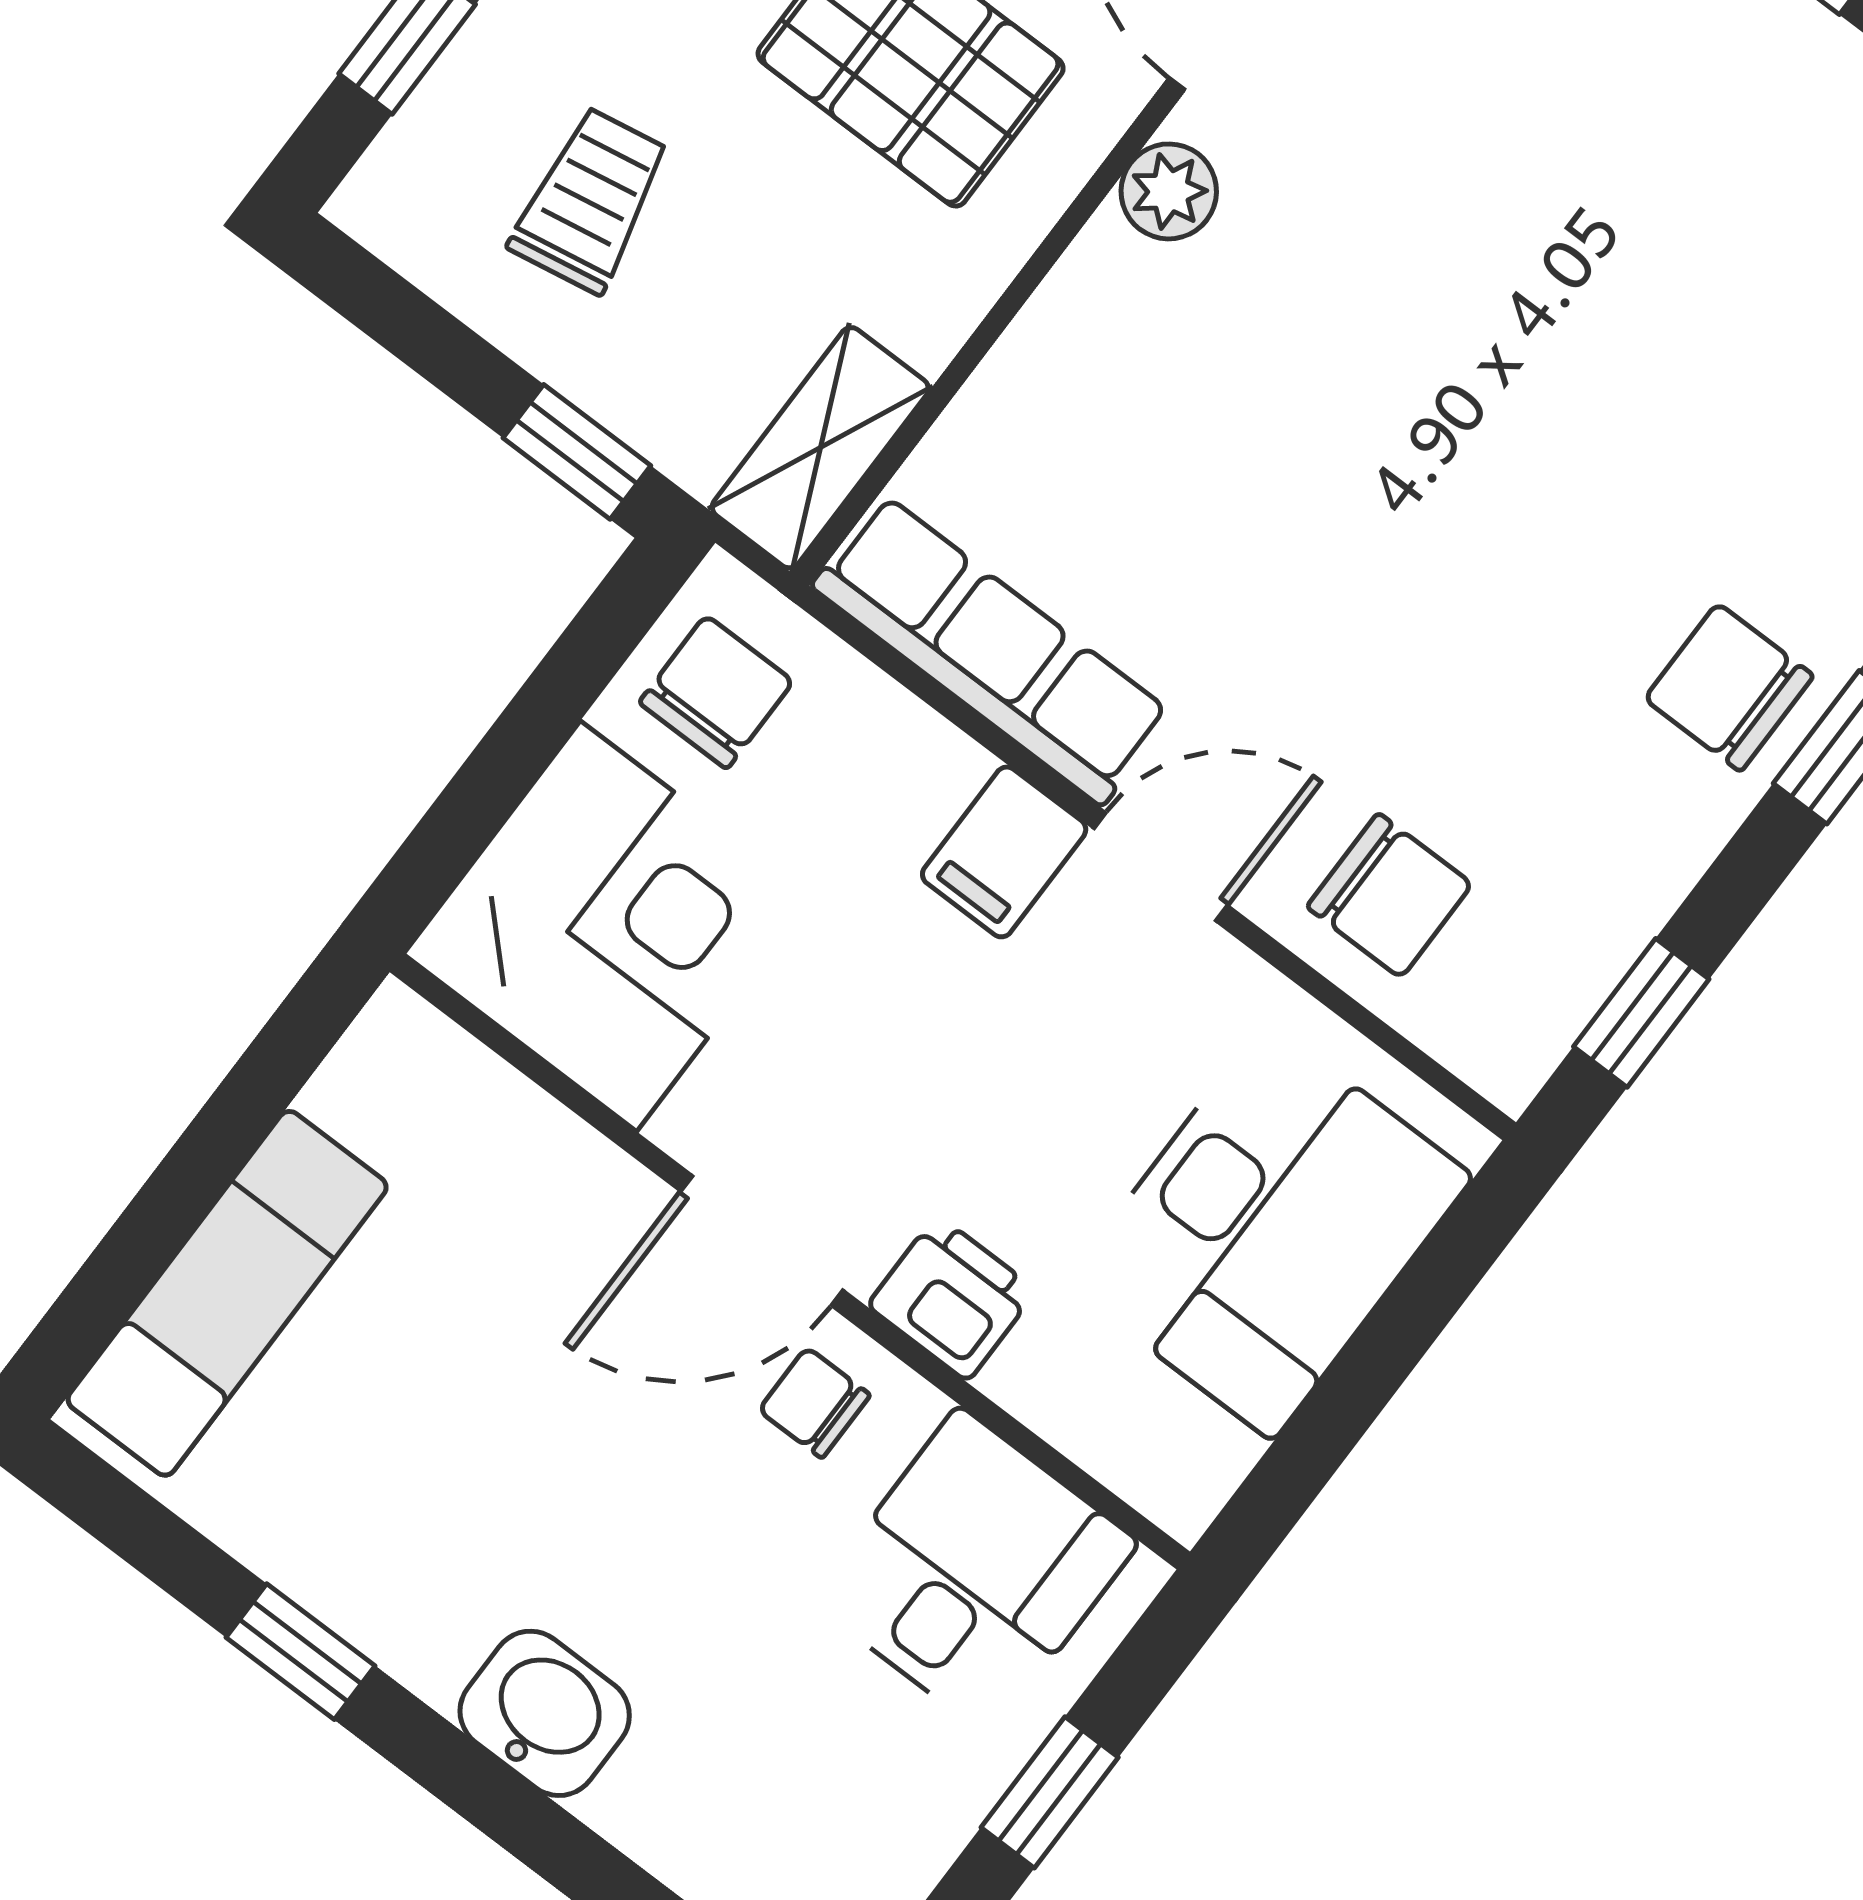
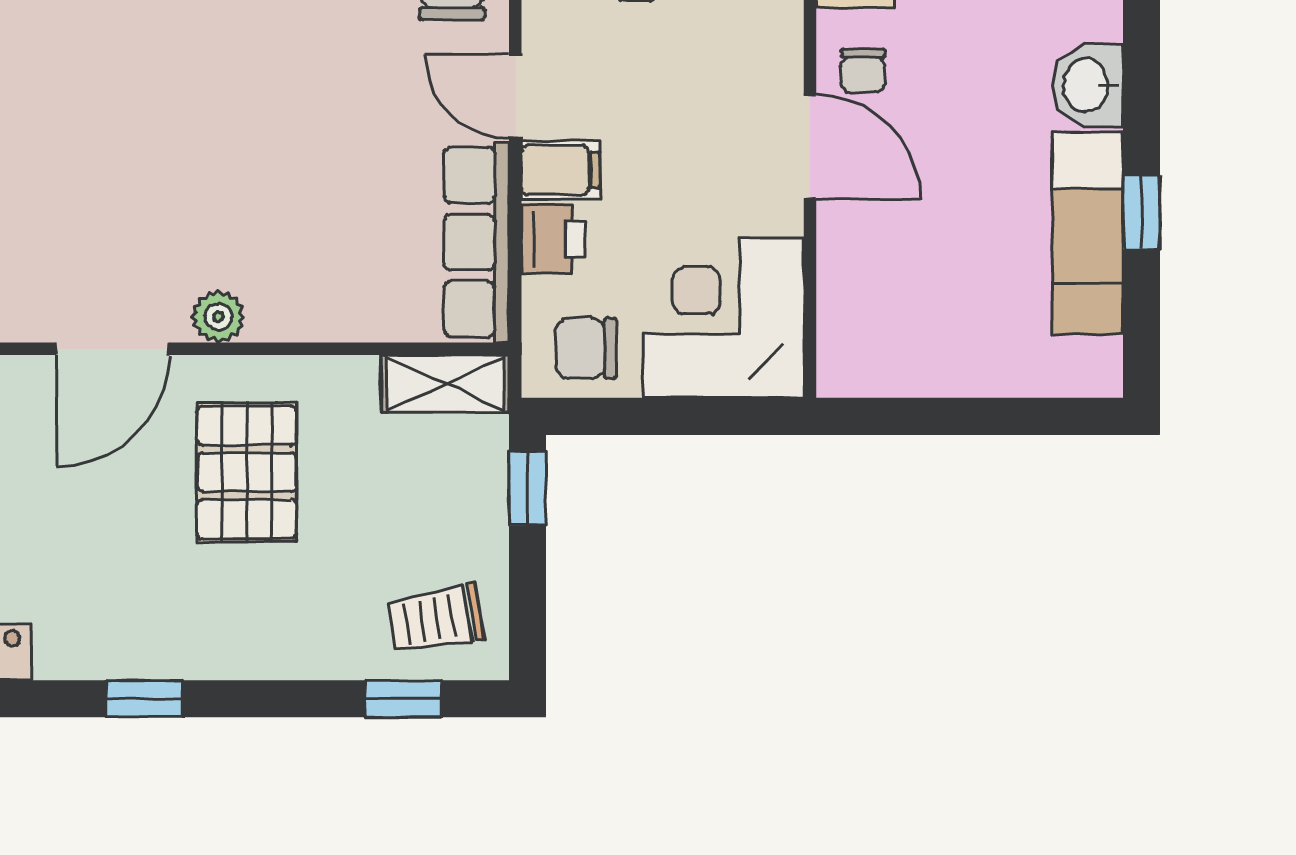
trolley: (590, 200) -> (436, 619), moved
exam couch: (227, 1293) -> (1088, 233), moved, turned -90
printer: (952, 1298) -> (553, 239), moved, turned 180

